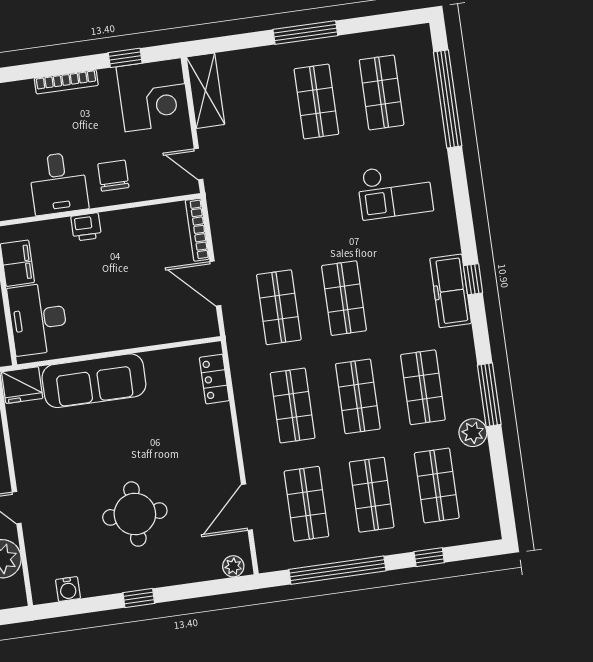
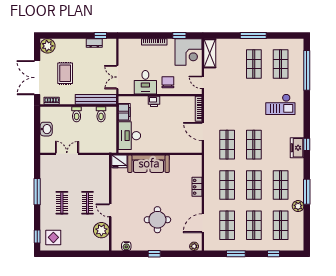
freezer: (451, 291) -> (297, 148), width x0.71
locker: (214, 379) -> (197, 187), moved
window: (337, 570) -> (236, 254), width x0.47

